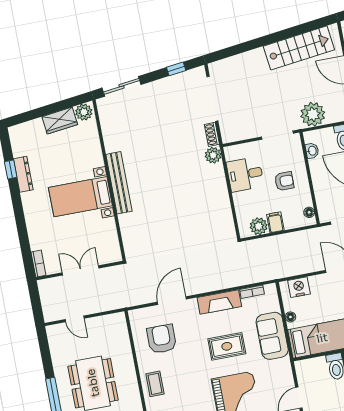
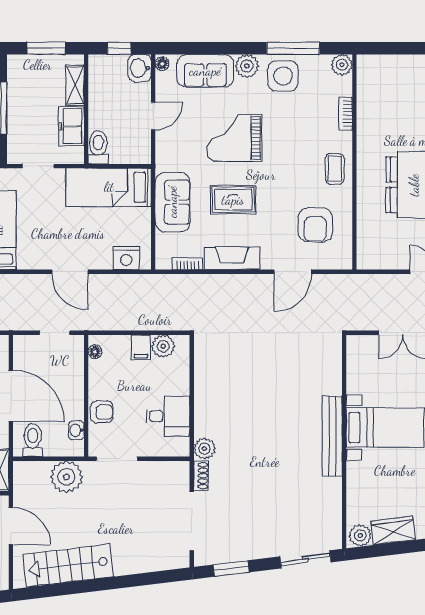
window: (176, 69) -> (231, 568), width x1.50
armchair: (284, 181) -> (102, 412), moved, turned 180
floor lamp: (290, 317) -> (144, 222), removed

